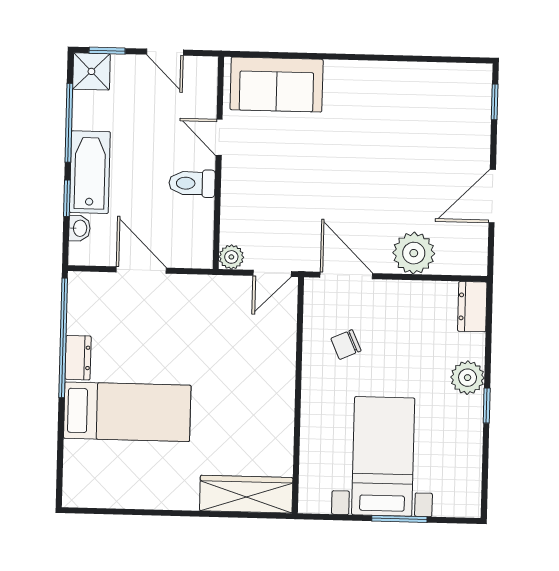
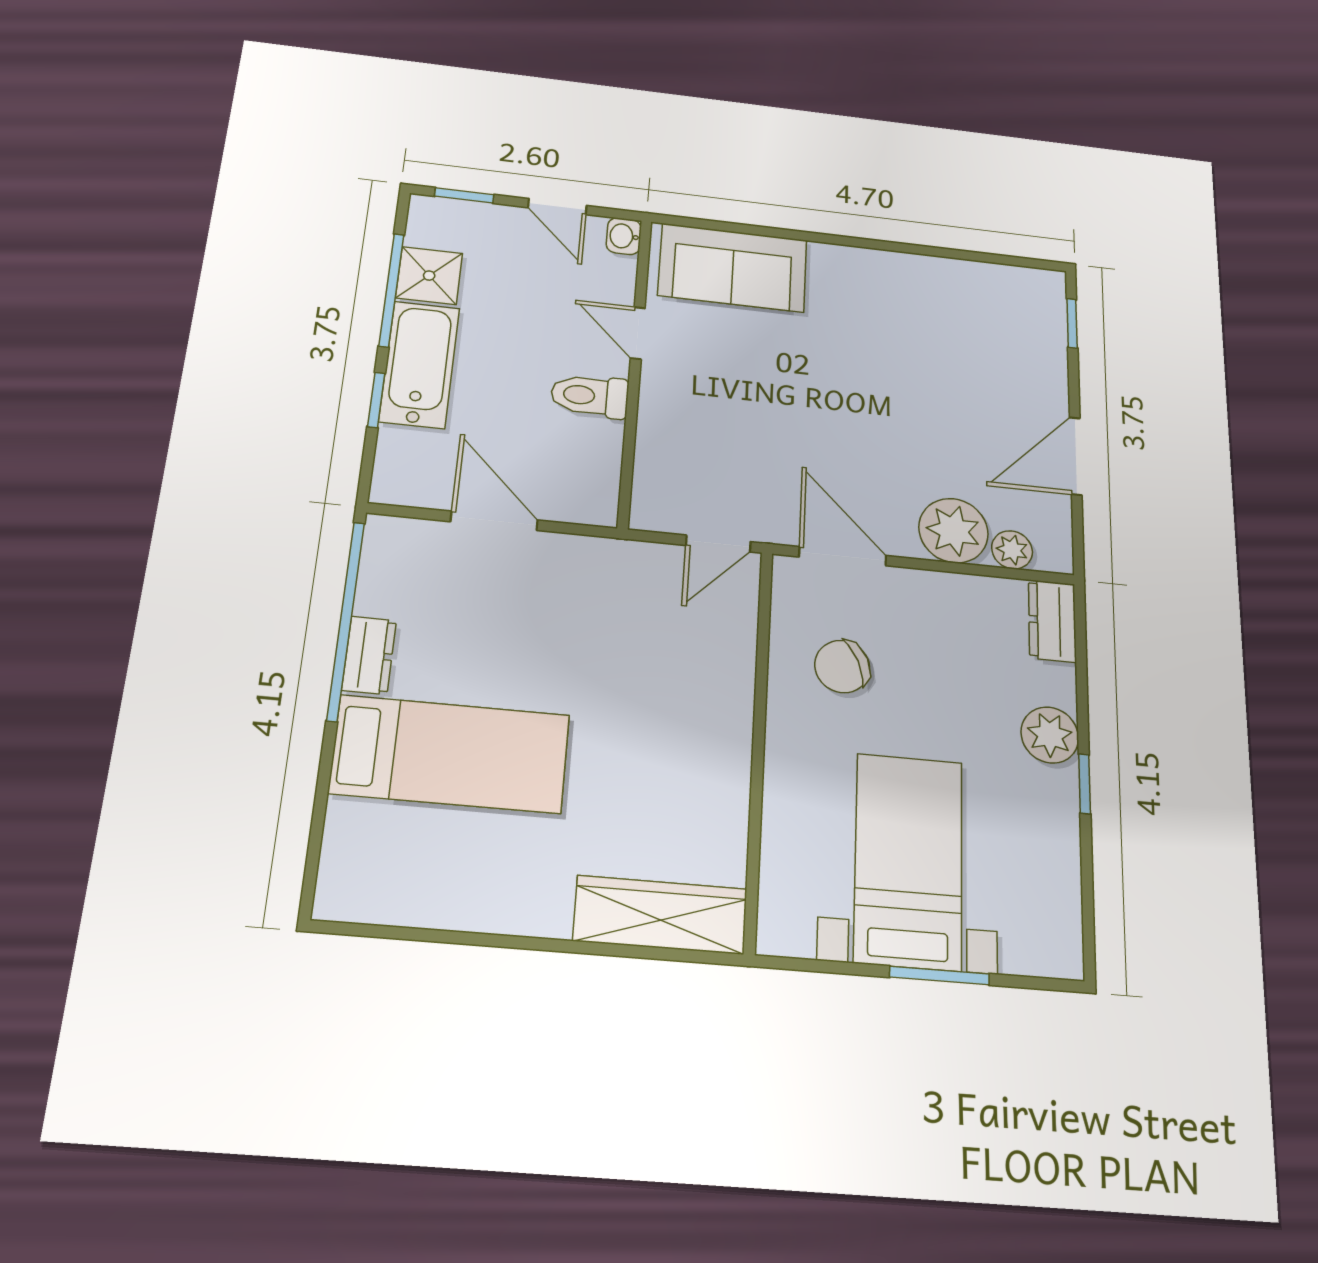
shower: (91, 71) -> (429, 276), moved
washbasin: (79, 228) -> (624, 236), moved, turned 180
plant: (231, 257) -> (1012, 550), moved
chair: (346, 345) -> (842, 666), width x1.37, depth x1.37

